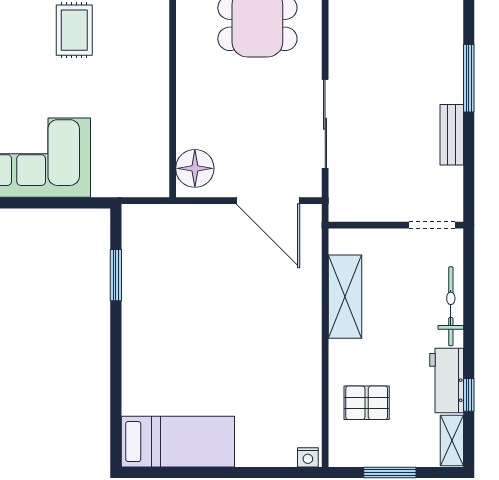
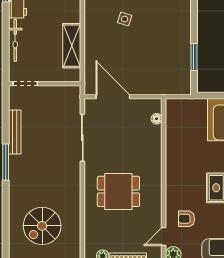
bench: (452, 135) -> (15, 132), width x1.36
floor lamp: (195, 168) -> (157, 119), width x0.53, depth x0.53
side table: (246, 346) -> (125, 19), added

